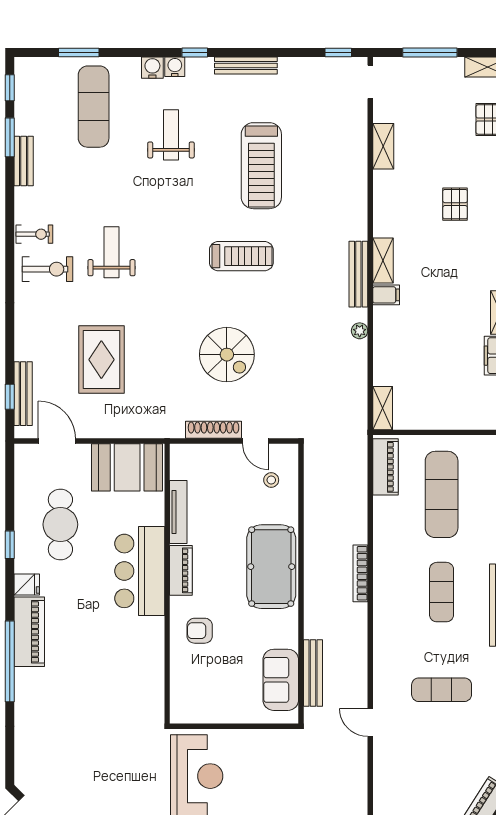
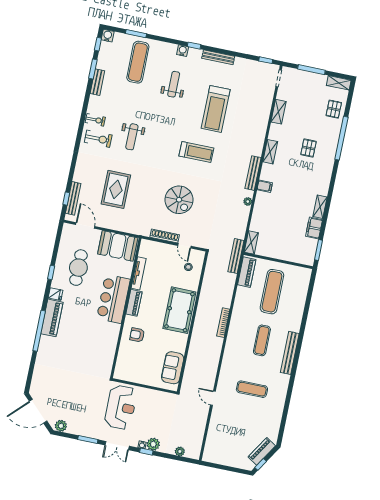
water cooler: (152, 68) -> (108, 36), moved
weight bench: (111, 252) -> (132, 137), turned 180
shelving: (383, 261) -> (270, 152), moved
bench: (313, 673) -> (236, 256), moved

